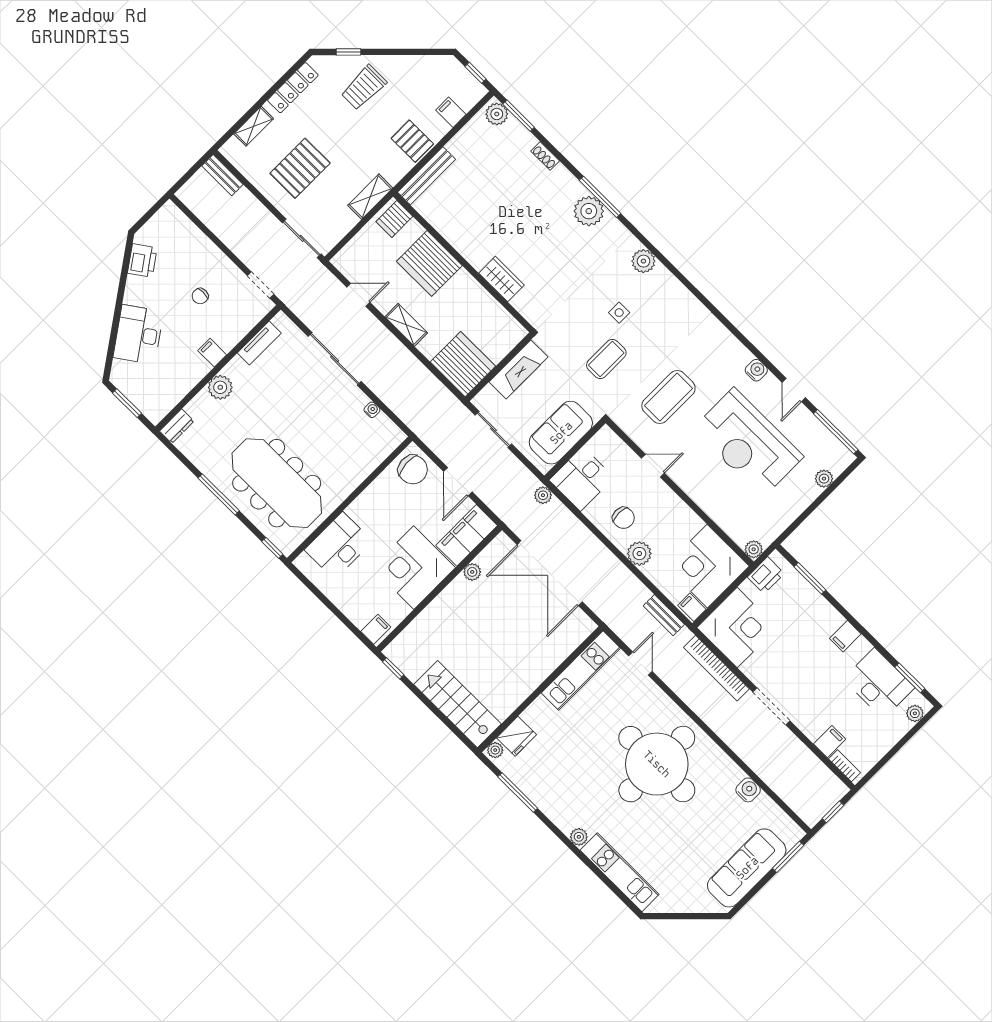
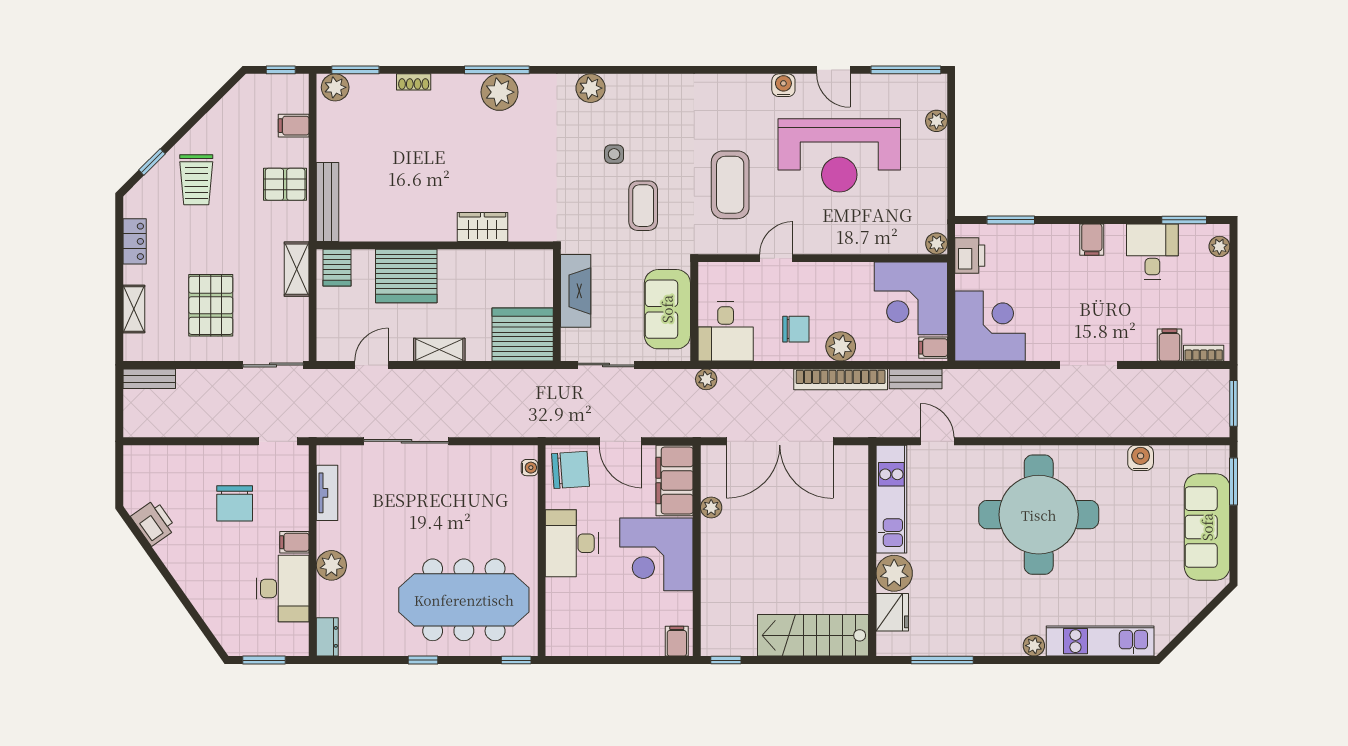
locker: (293, 88) -> (135, 241), width x0.66
chair: (200, 296) -> (235, 503), width x1.87, depth x1.87
desk: (138, 335) -> (283, 588), moved, turned -145
water cooler: (372, 410) -> (530, 468), moved, turned 90
window: (219, 494) -> (423, 660), width x0.46
desk: (339, 546) -> (572, 543), moved
bookcase: (716, 668) -> (841, 379), moved
desk: (879, 683) -> (1152, 252), width x0.73
plant: (495, 750) -> (894, 573), moved, width x1.88, depth x1.88
window: (833, 812) -> (1234, 403), width x1.50

